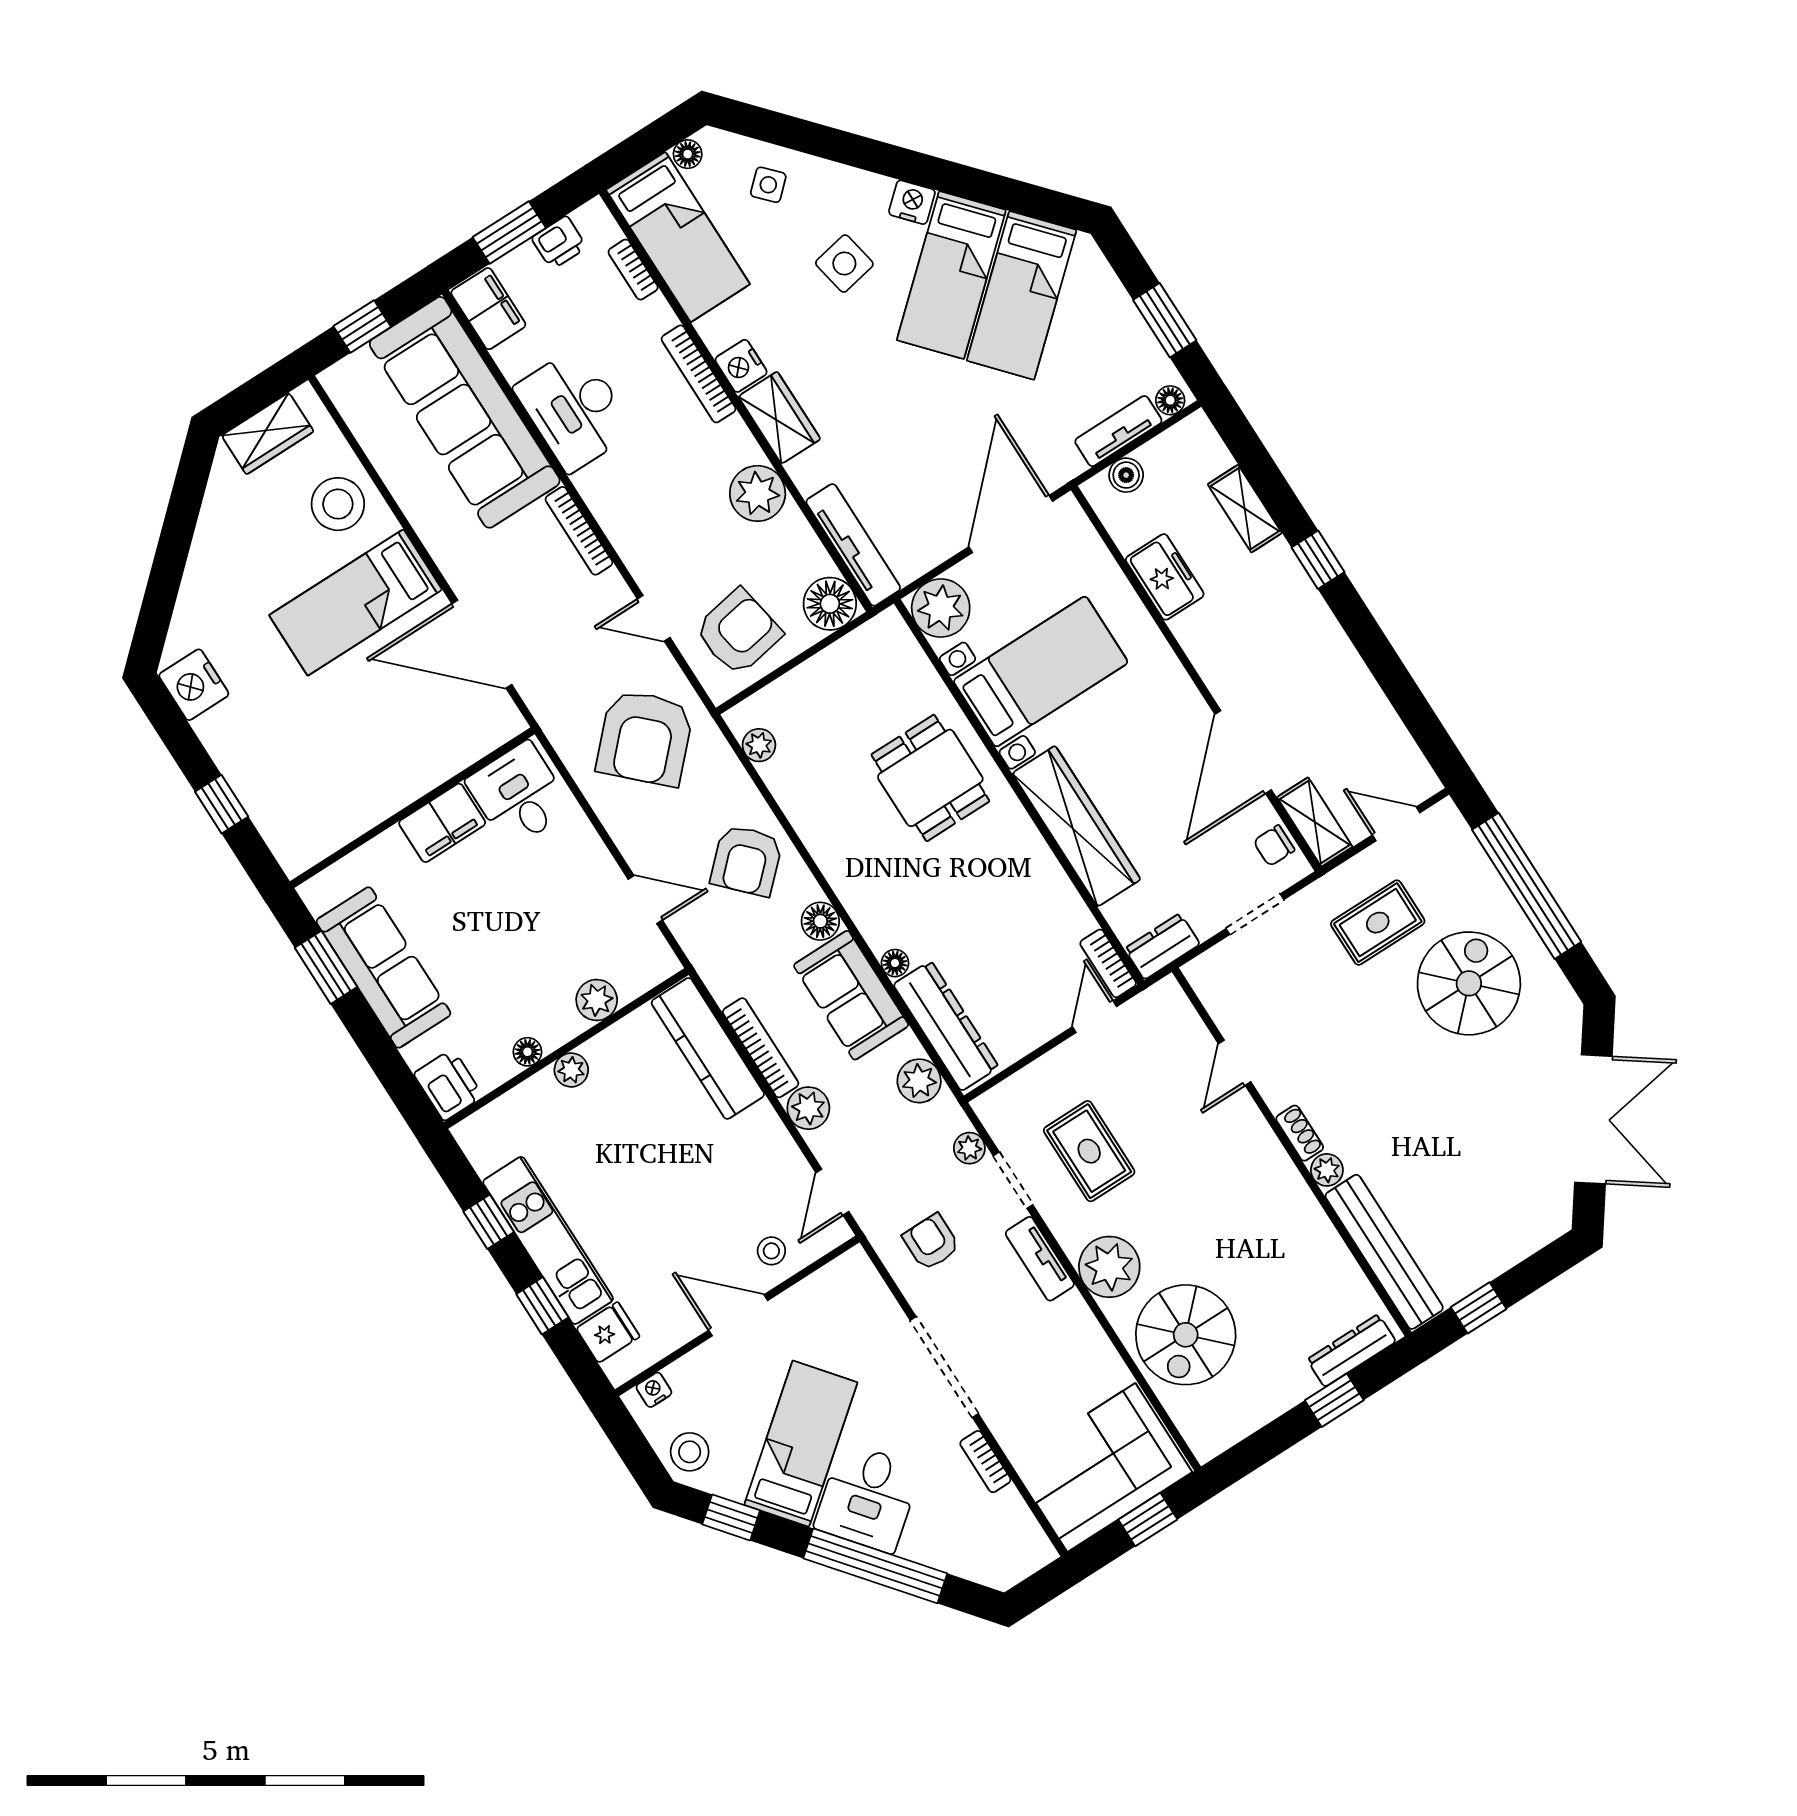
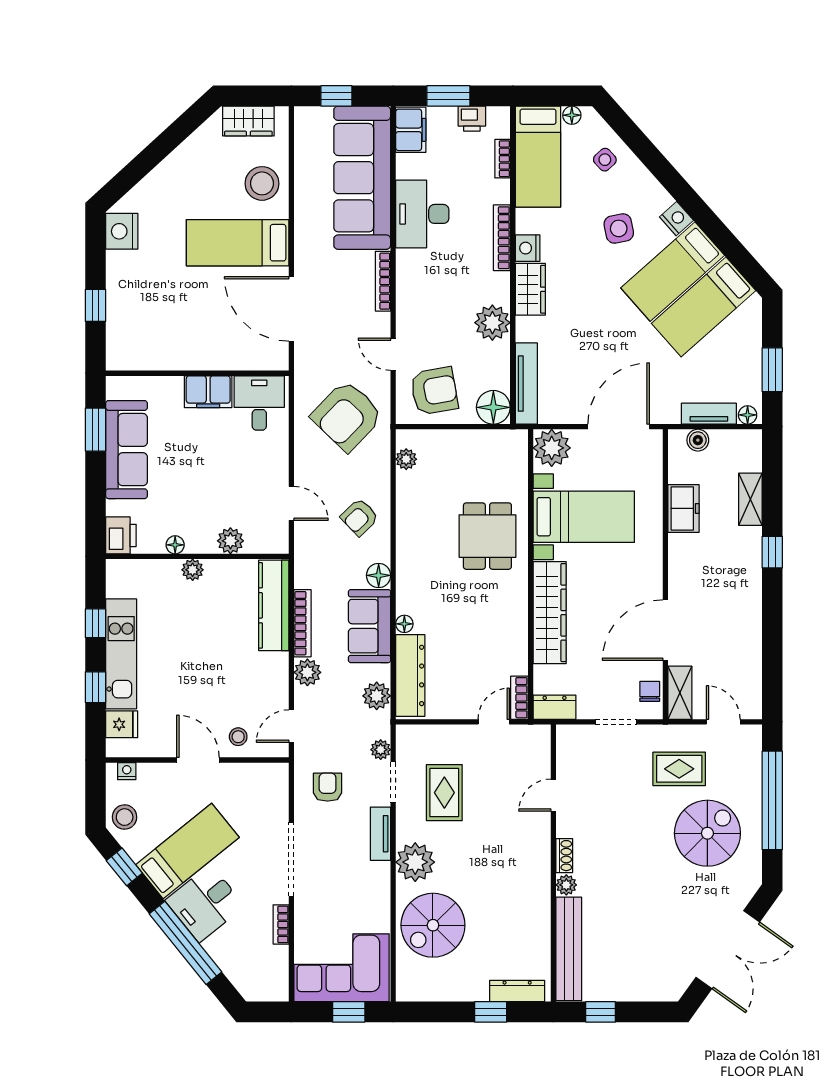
chair: (1274, 846) -> (650, 691), turned 90
armchair: (746, 860) -> (360, 517), width x0.72, depth x0.72

